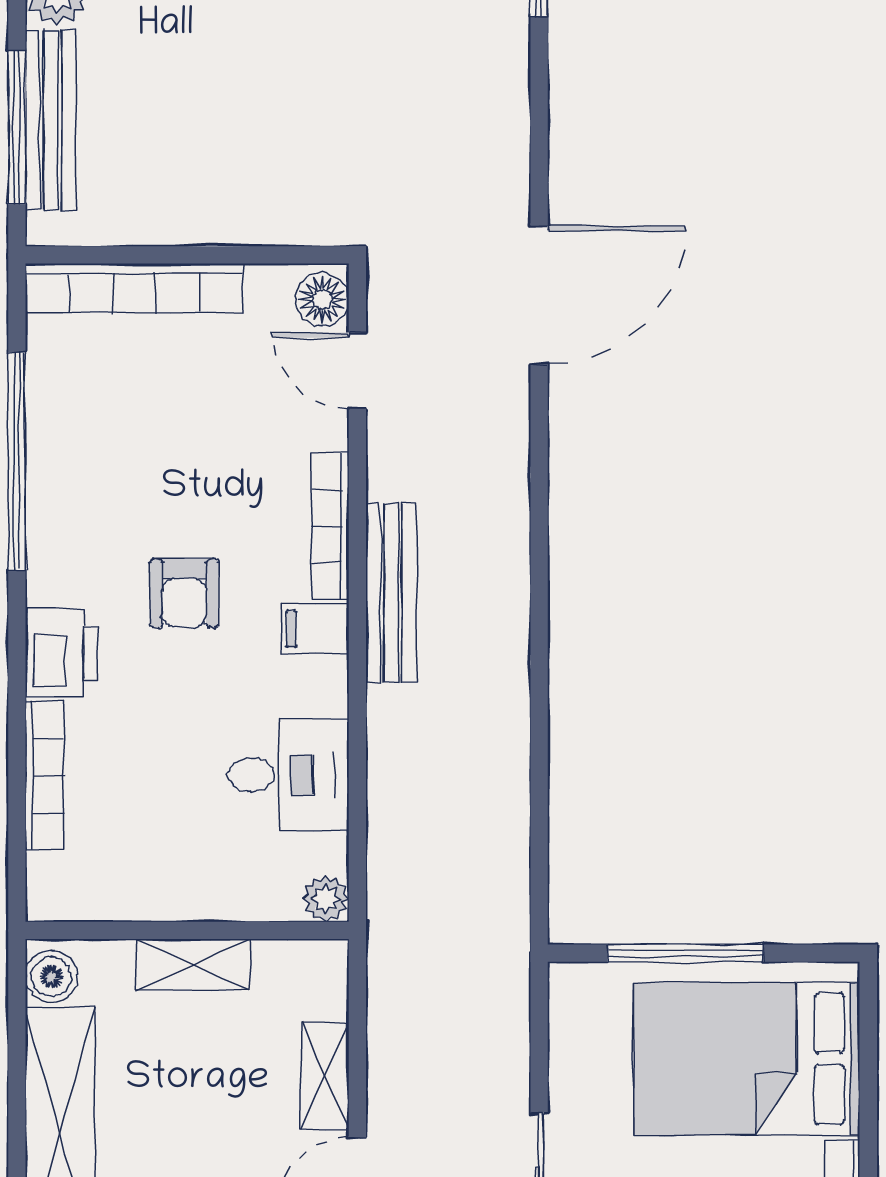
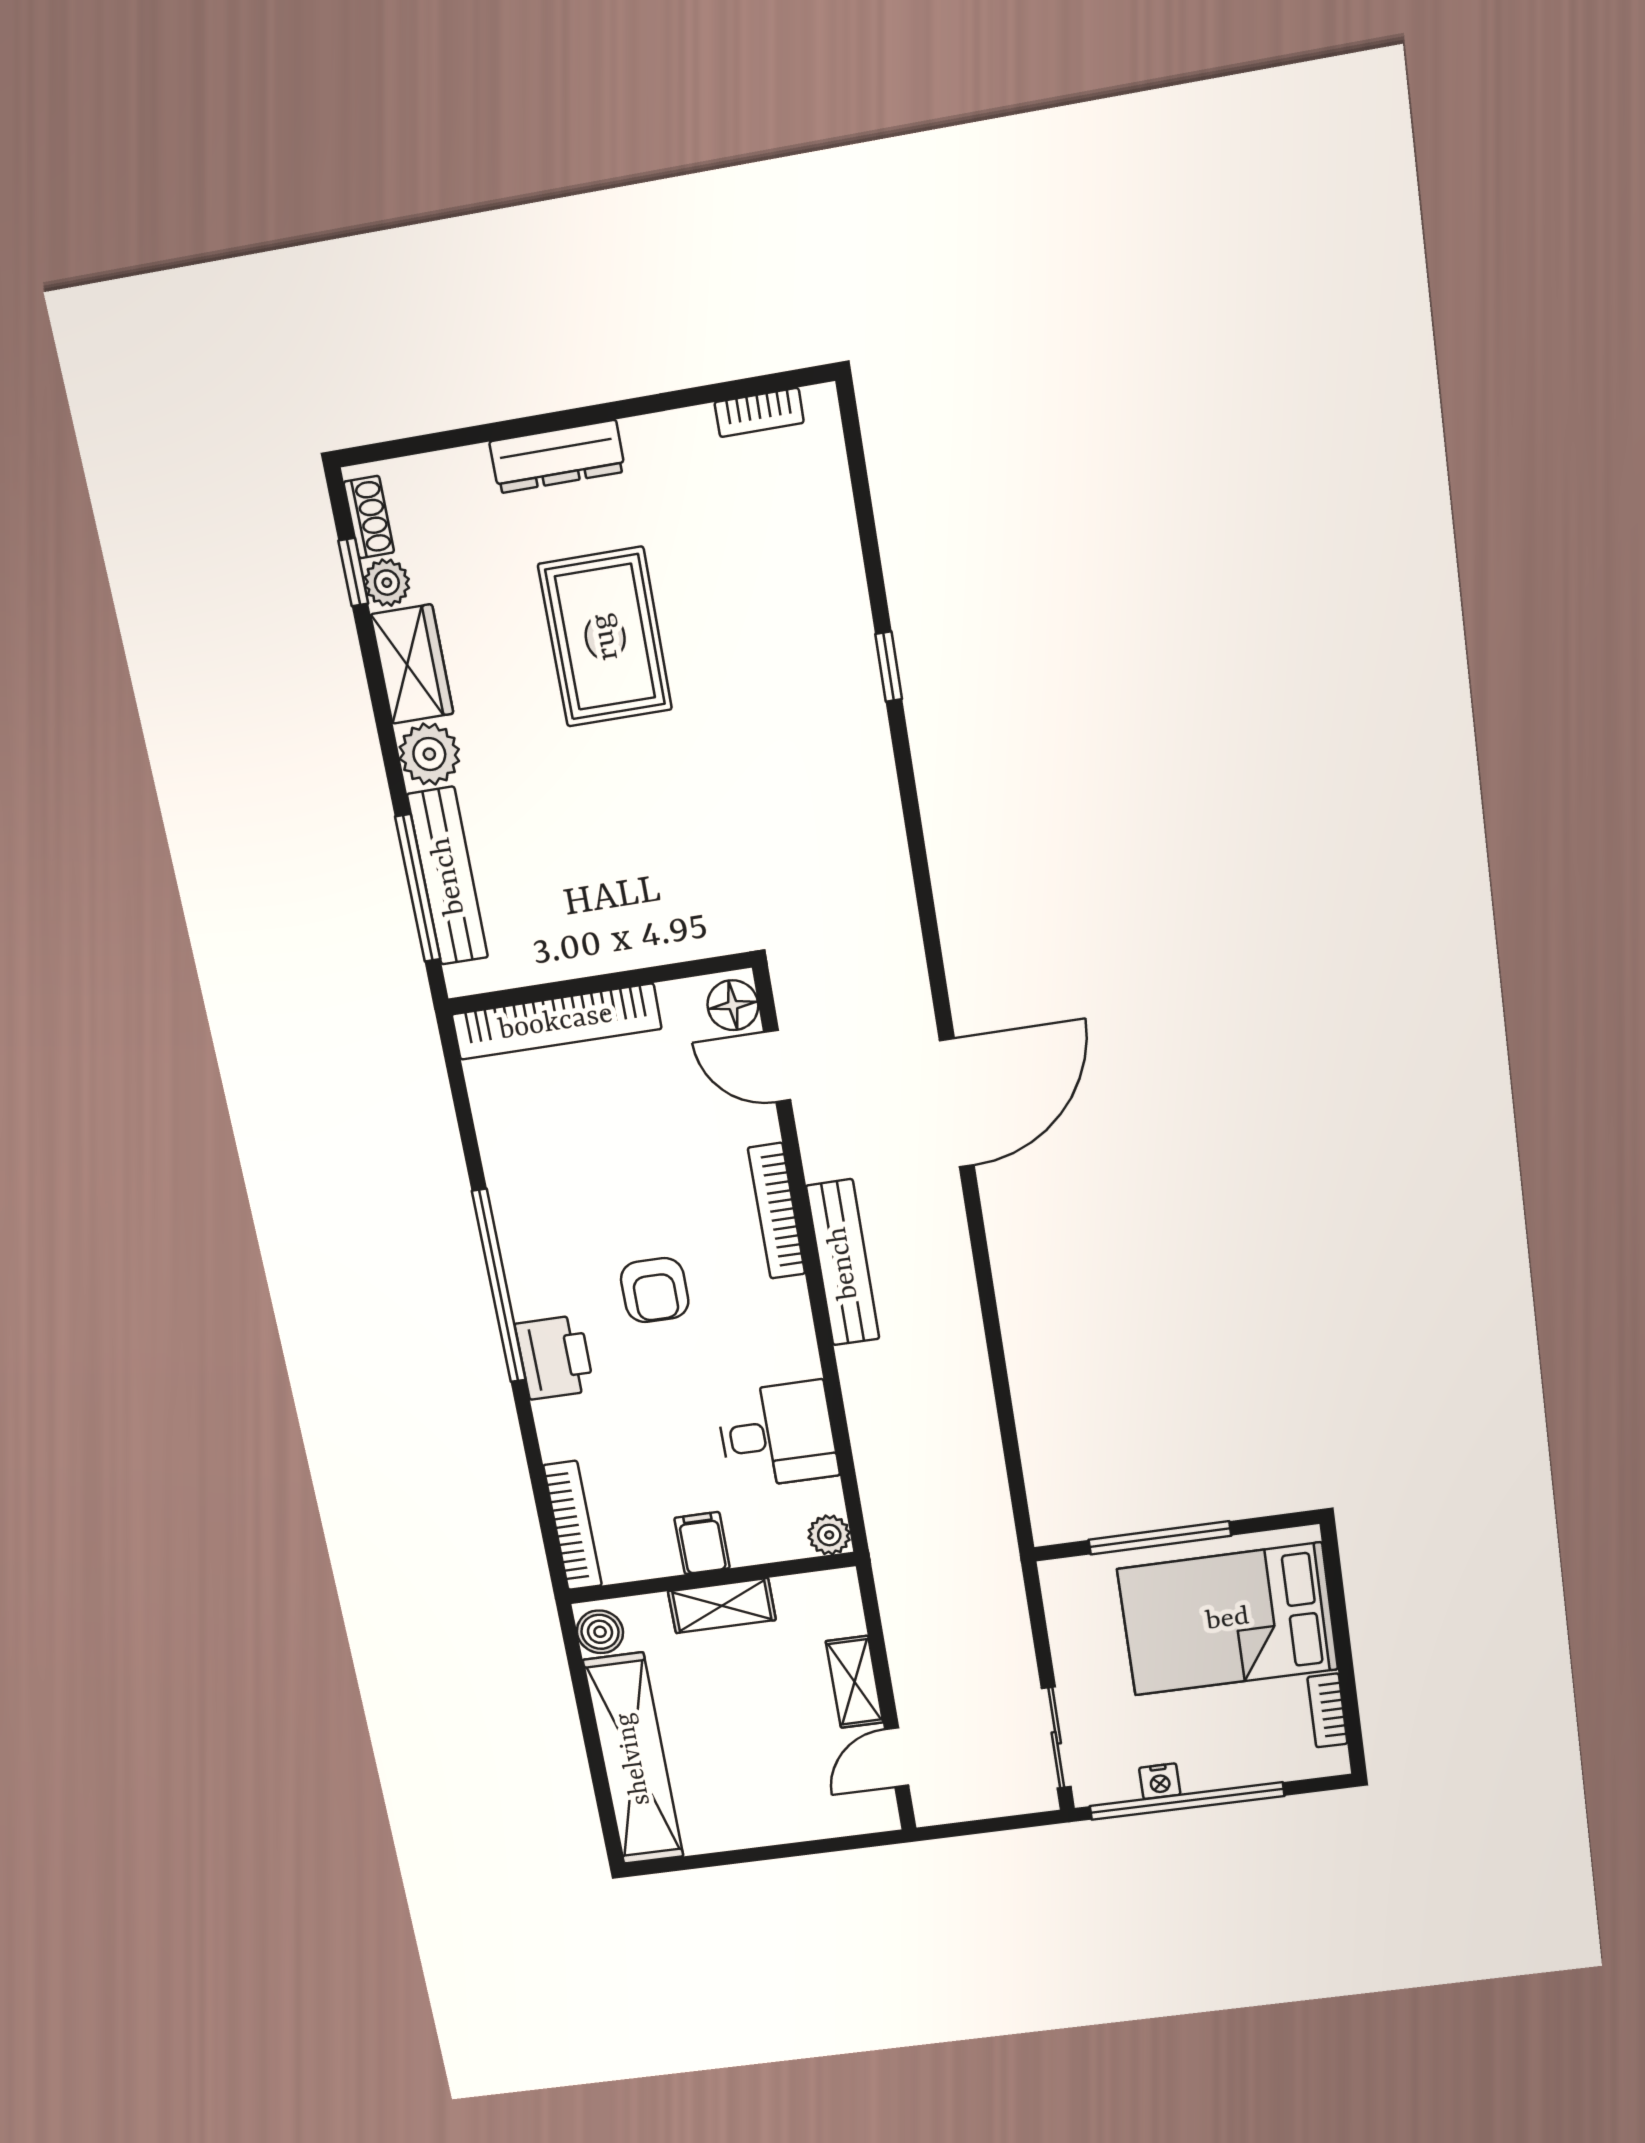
door: (539, 295) -> (957, 1103), moved
window: (17, 461) -> (499, 1286), moved
filing cabinet: (315, 629) -> (702, 1543), moved, turned 90
bookcase: (44, 776) -> (573, 1526), moved

